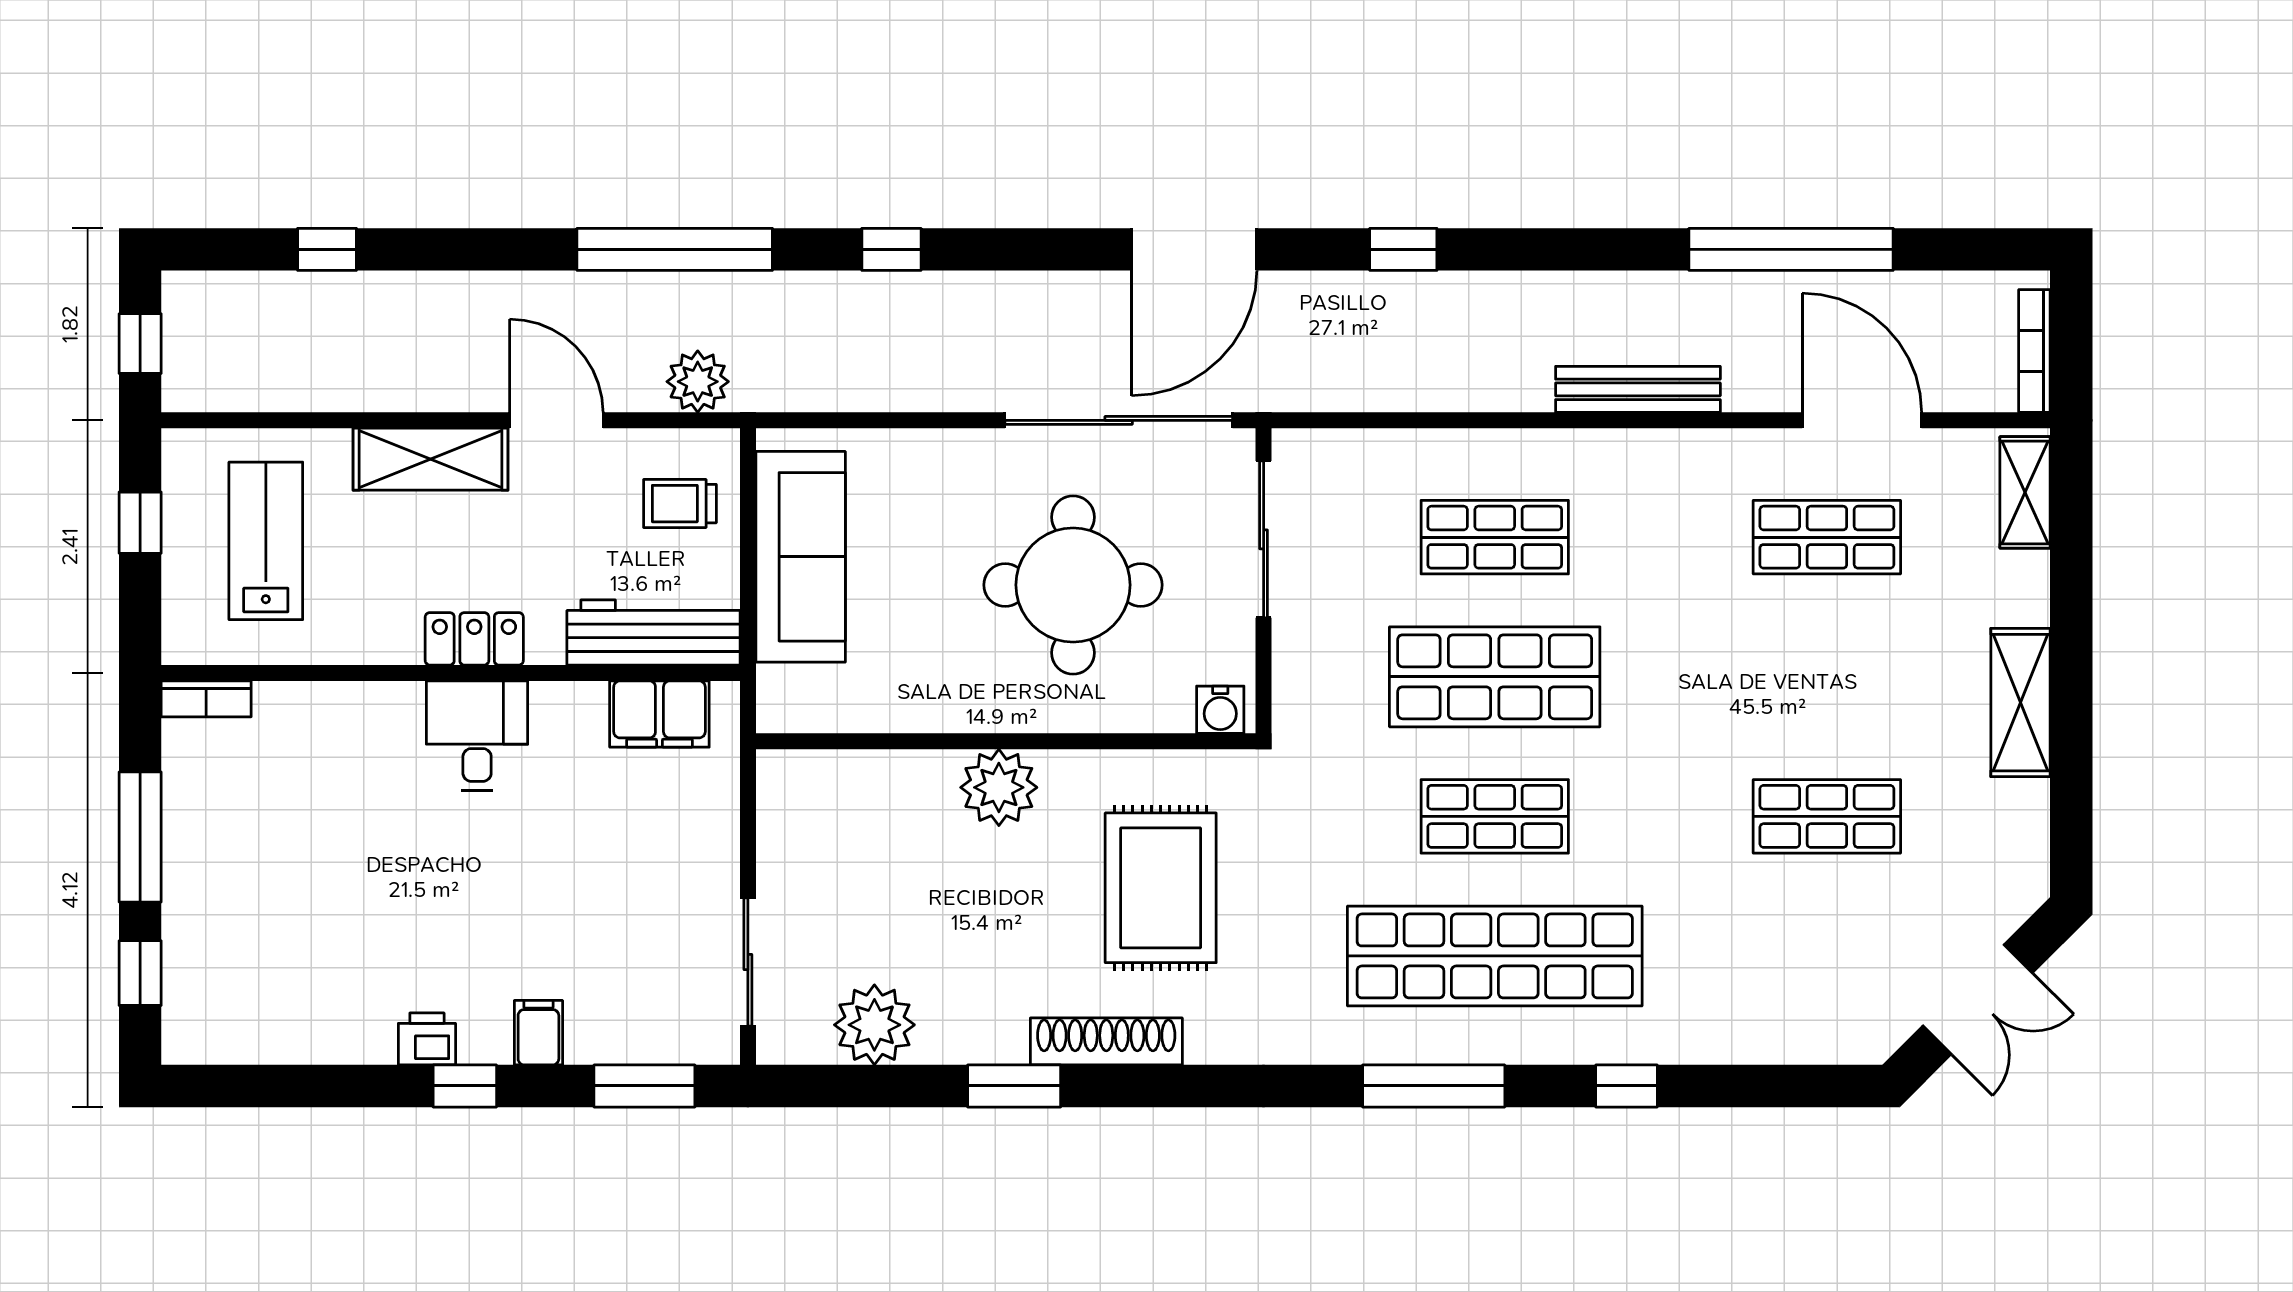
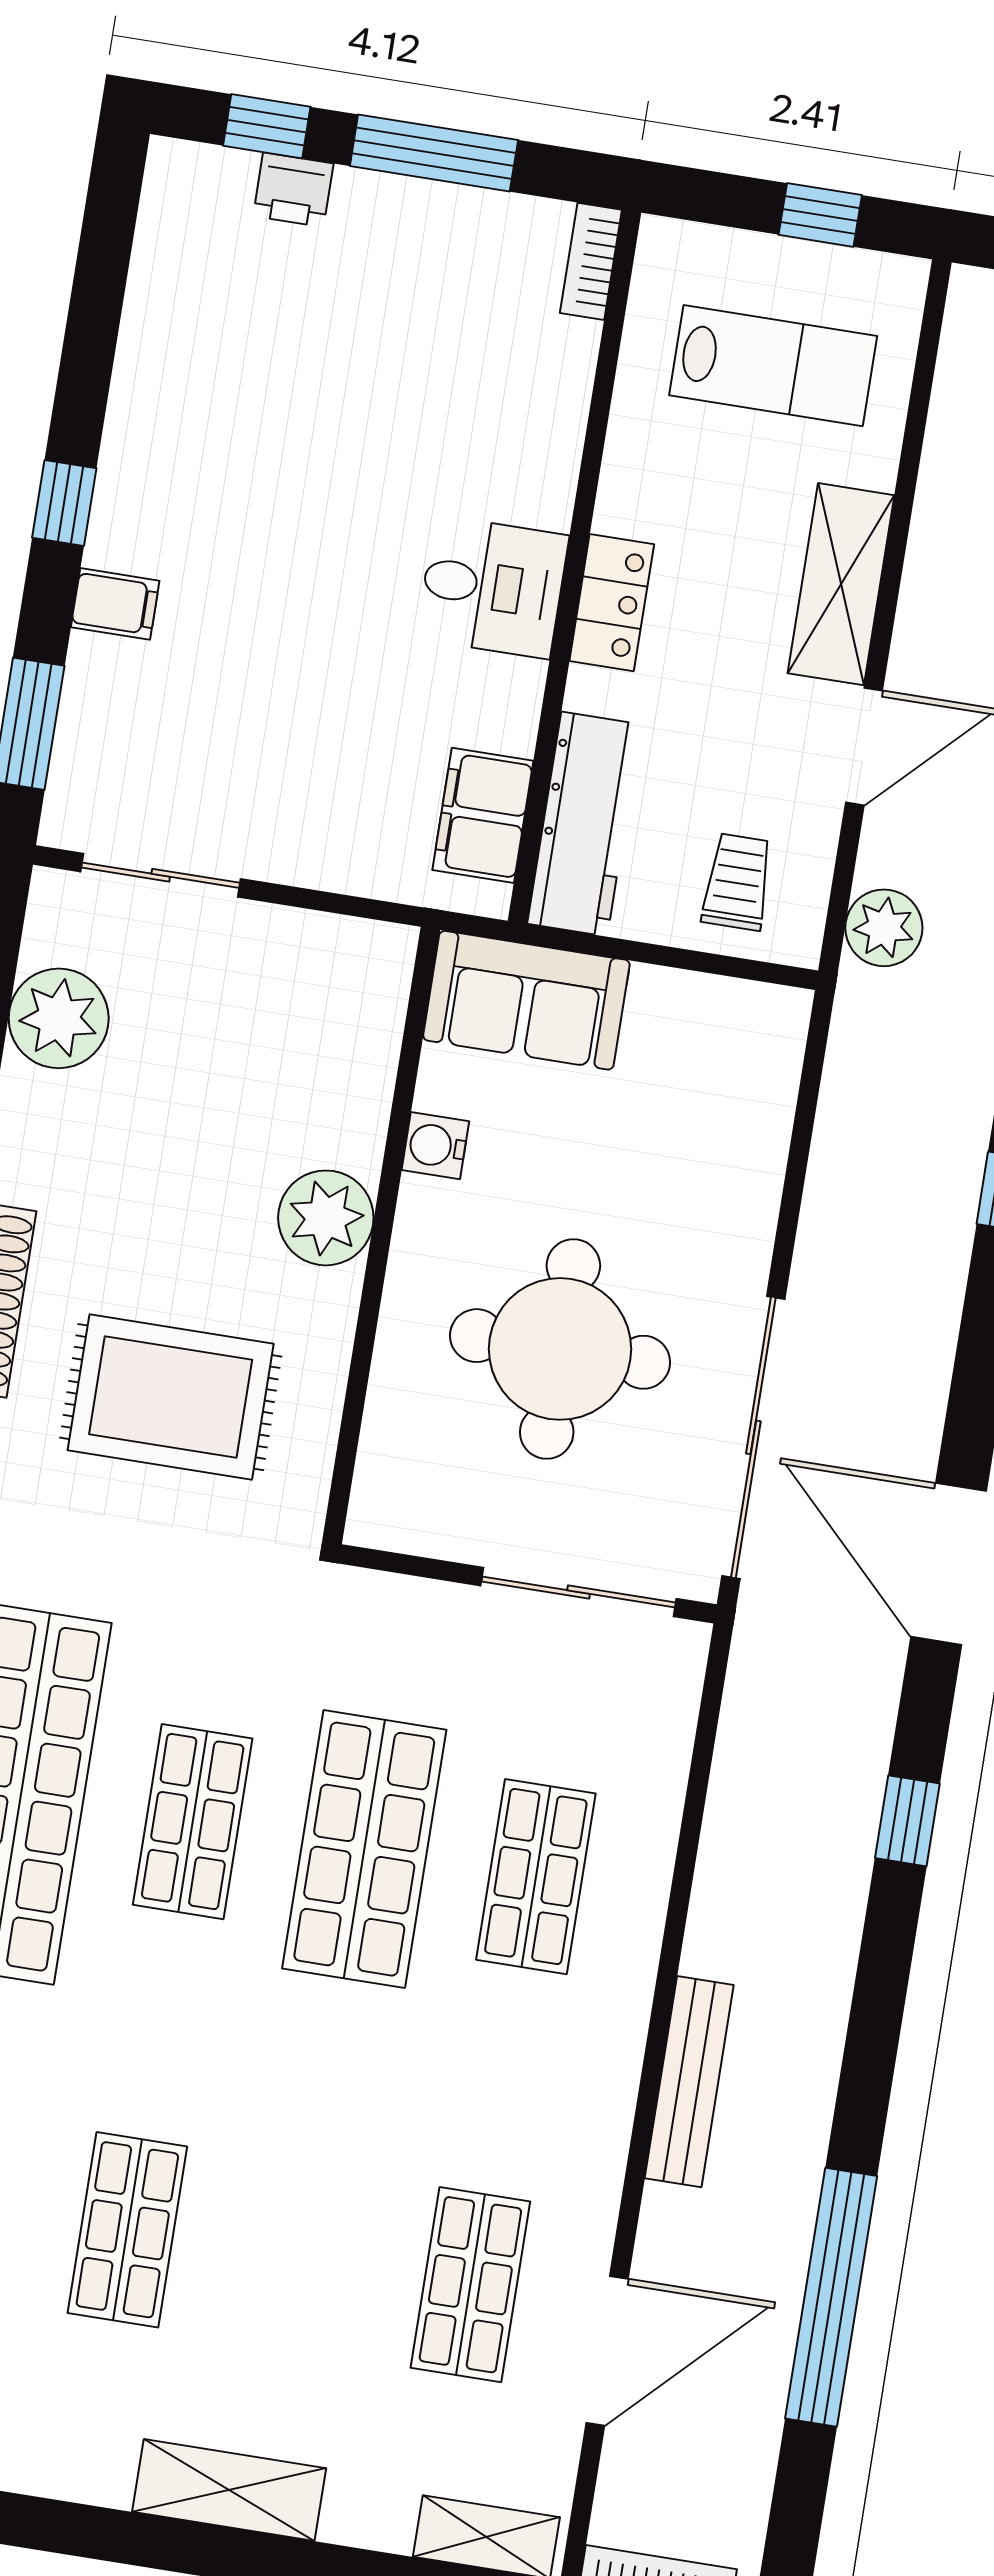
sofa: (801, 557) -> (526, 1000), moved, width x0.73
water cooler: (1220, 710) -> (435, 1146), moved
printer: (427, 1039) -> (293, 190), moved, turned 90

